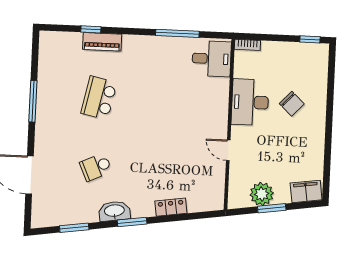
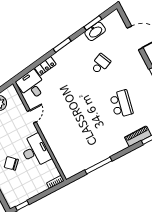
desk: (212, 59) -> (32, 85), moved, turned 82
door: (228, 150) -> (32, 117), hinge flipped
washbasin: (114, 211) -> (95, 31), moved

